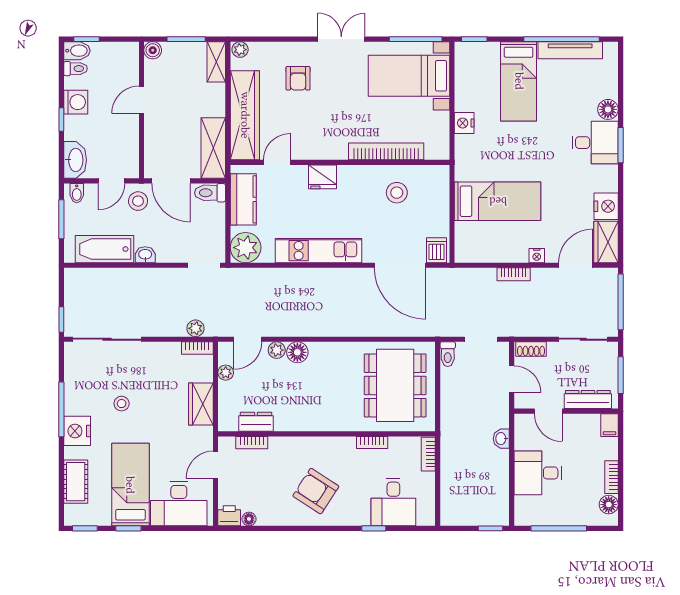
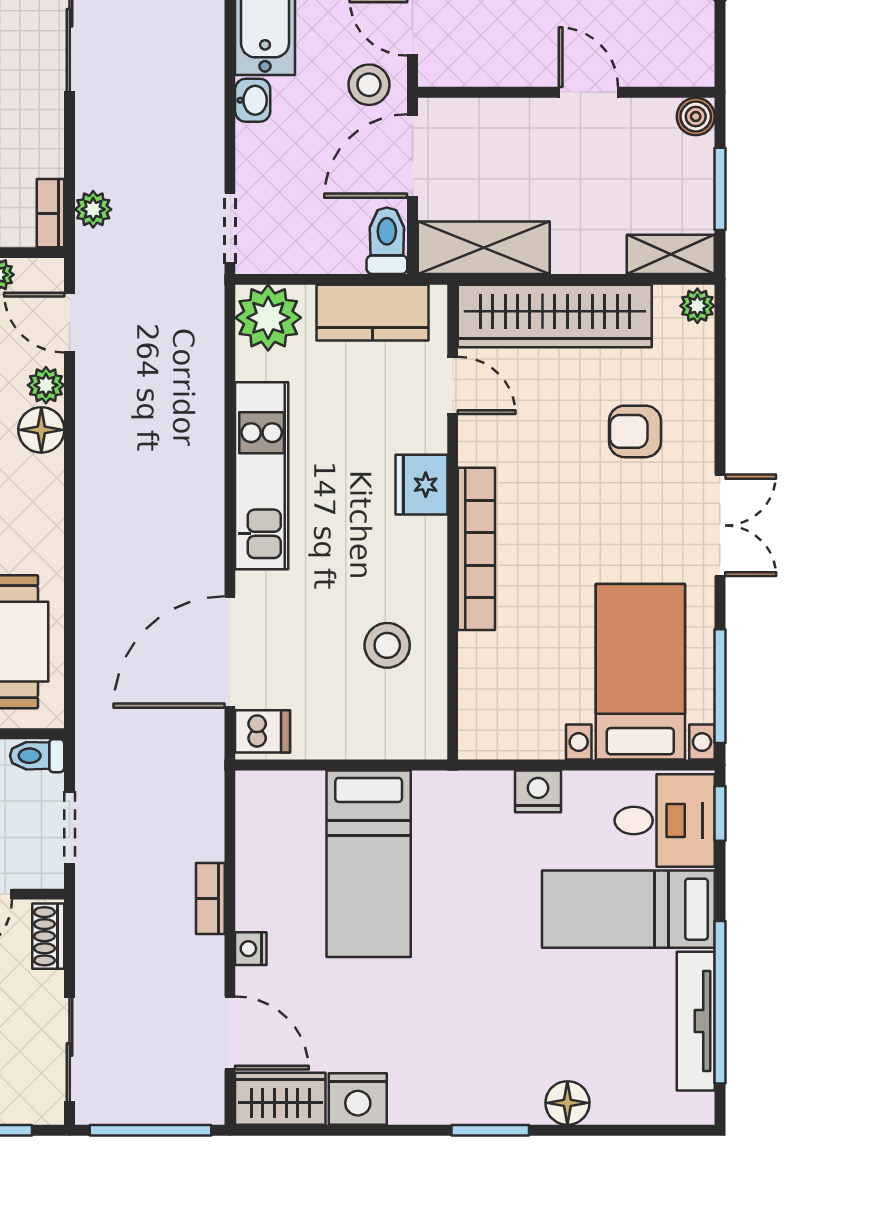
desk: (595, 143) -> (665, 821), moved, turned -90
bookcase: (386, 151) -> (476, 549), moved

